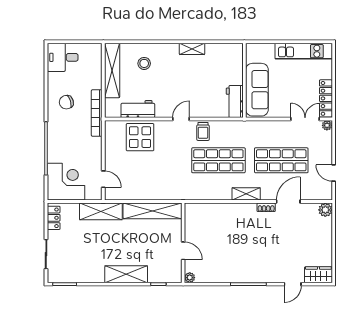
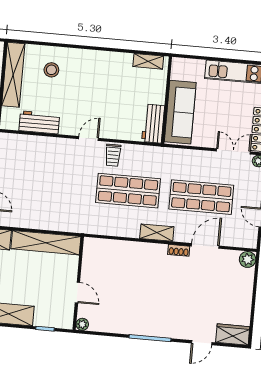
shelving: (192, 49) -> (148, 61), moved
display table: (140, 137) -> (39, 155), removed

